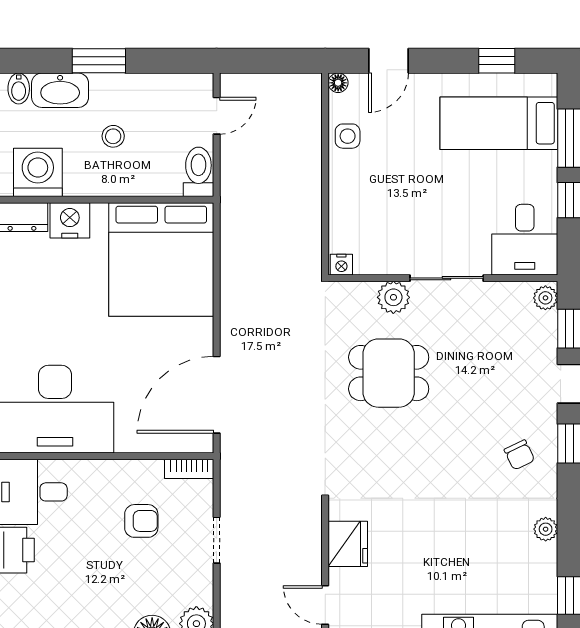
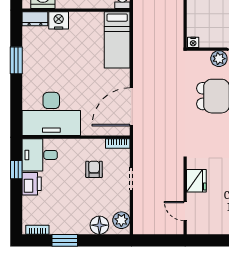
bed: (161, 259) -> (117, 40), width x0.49
armchair: (141, 521) -> (94, 169), turned -90

